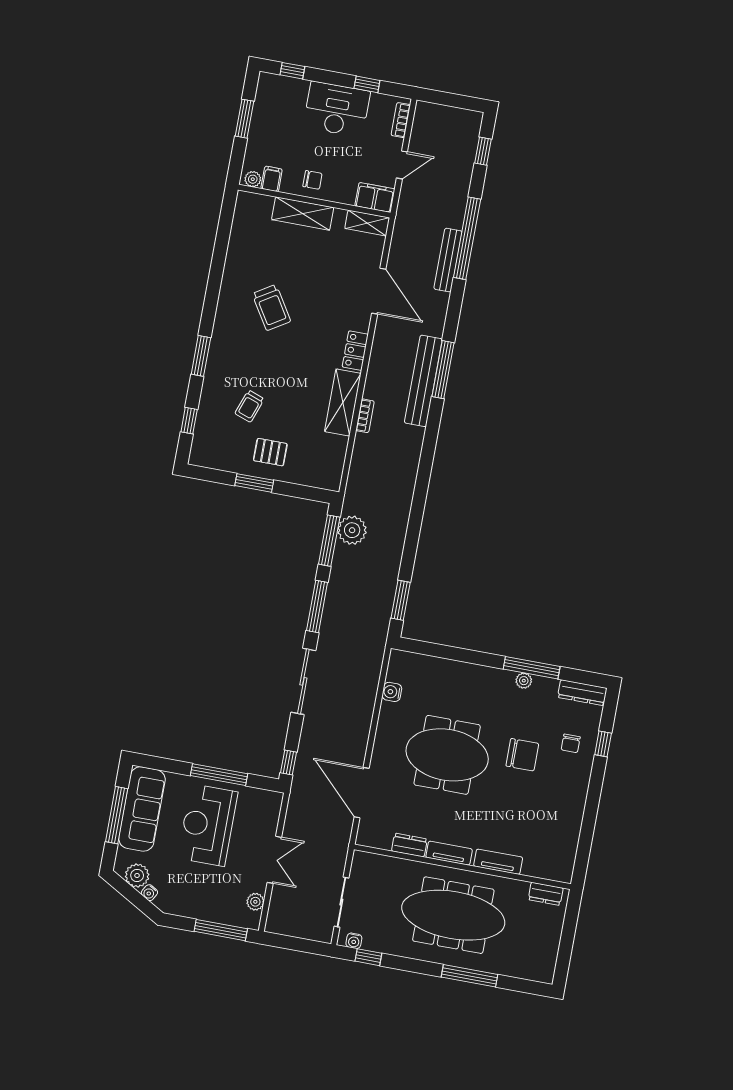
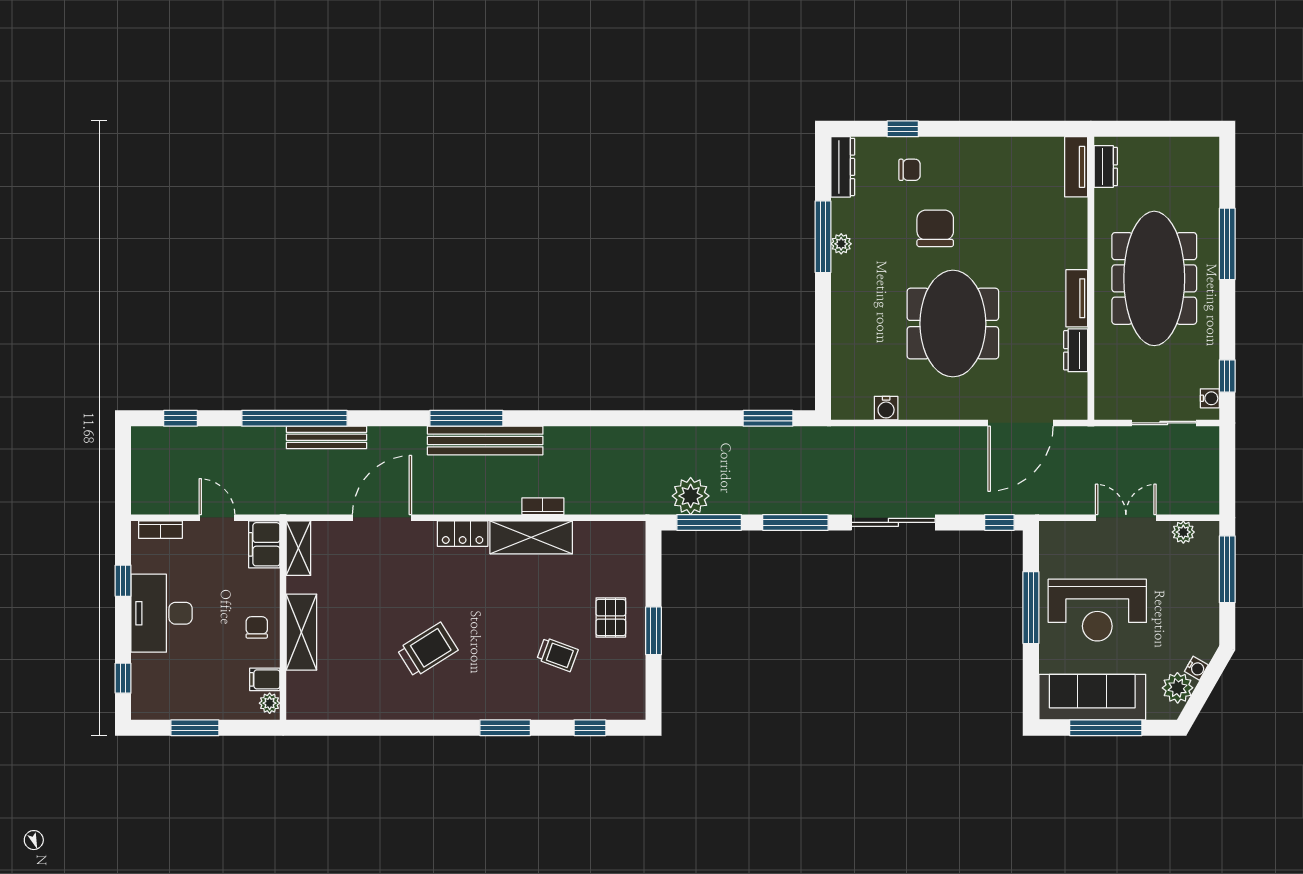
tv unit: (498, 862) -> (1076, 167), moved

